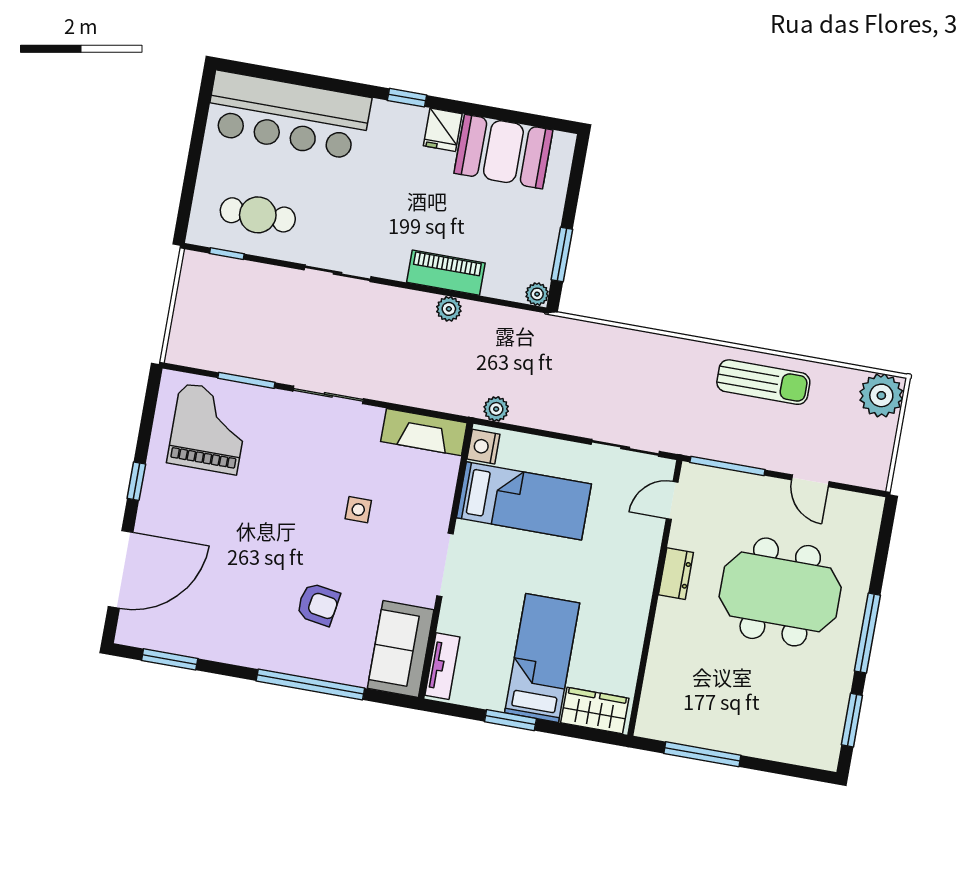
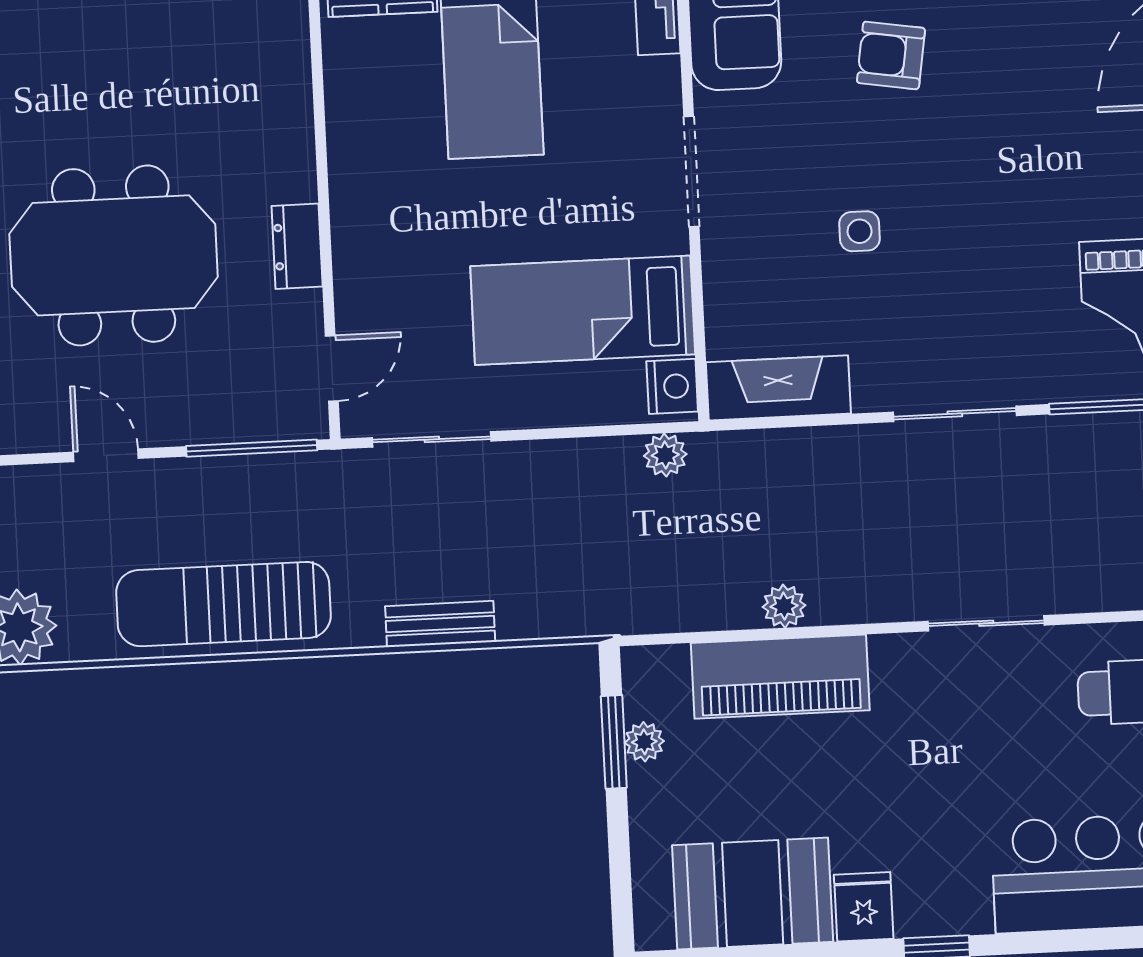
piano: (446, 273) -> (780, 677), width x1.37, depth x1.33
plant: (537, 294) -> (644, 742), moved
bench: (644, 343) -> (440, 624), added
sun lounger: (763, 382) -> (223, 604), width x1.36, depth x1.34

